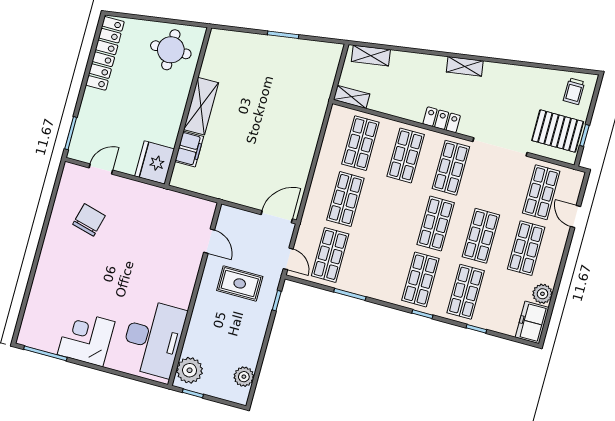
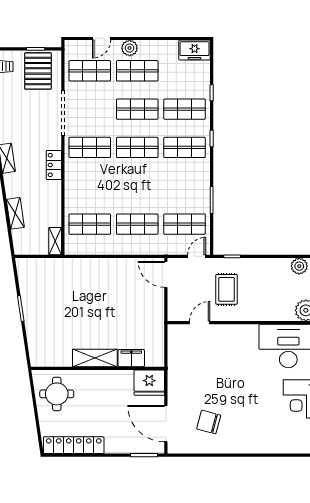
shelving: (371, 56) -> (15, 213), moved
shop shelf: (406, 155) -> (90, 186), removed
door: (101, 169) -> (166, 424), width x1.87
plant: (542, 294) -> (130, 48), moved

